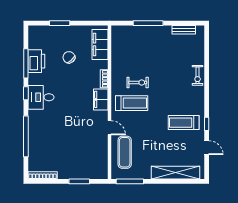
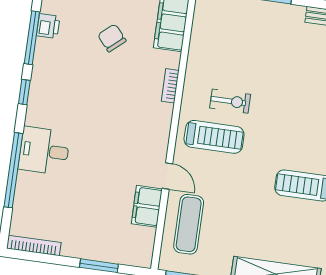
printer: (36, 61) -> (48, 26), width x0.53, depth x0.68
desk: (41, 97) -> (44, 151), moved
filing cabinet: (101, 99) -> (147, 206), moved

